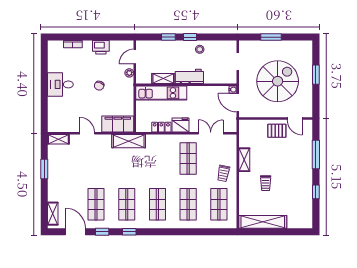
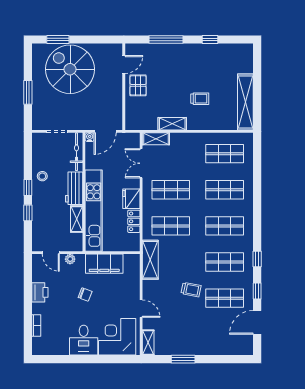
window: (316, 75) -> (58, 40), moved
bicycle: (220, 78) -> (77, 152), added
spiral stairs: (278, 81) -> (70, 69), moved
kitchen unit: (161, 93) -> (94, 211), width x1.36
corner desk: (63, 113) -> (117, 337), added
filing cabinet: (118, 124) -> (104, 264), moved, turned -90
door: (87, 133) -> (141, 309), swing flipped
shop shelf: (157, 159) -> (171, 226), added
trolley: (223, 173) -> (191, 290), moved
shelving: (53, 214) -> (156, 139), moved

